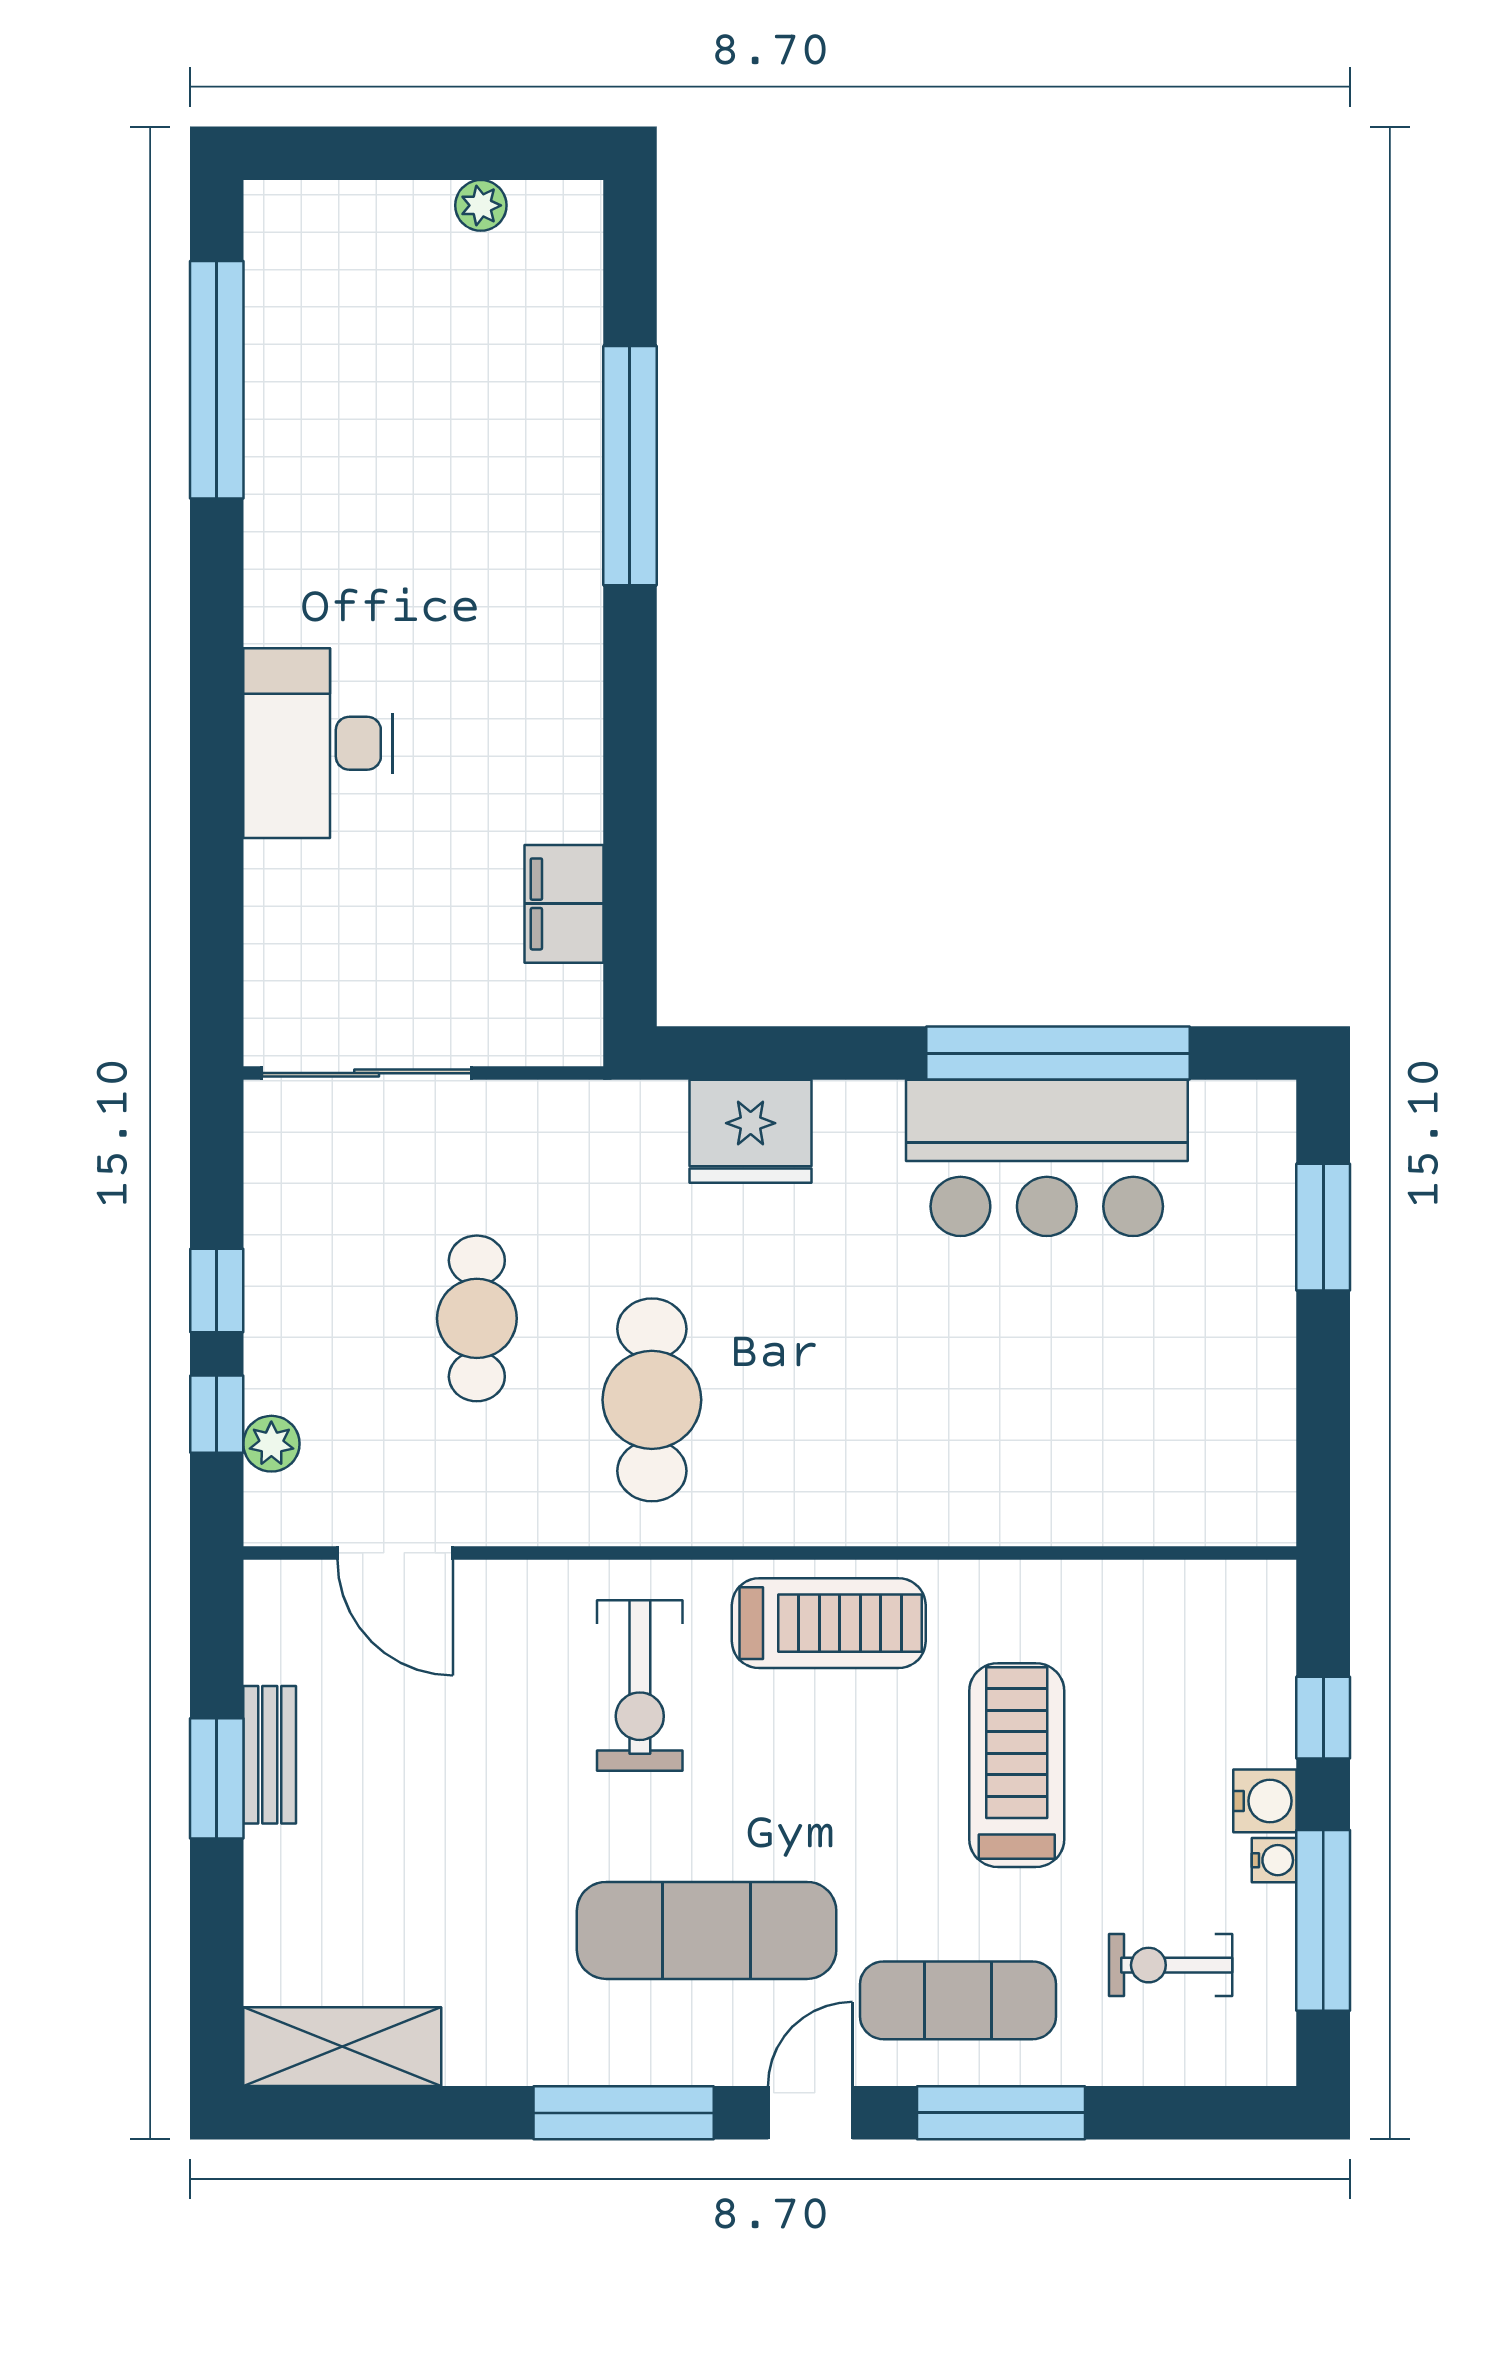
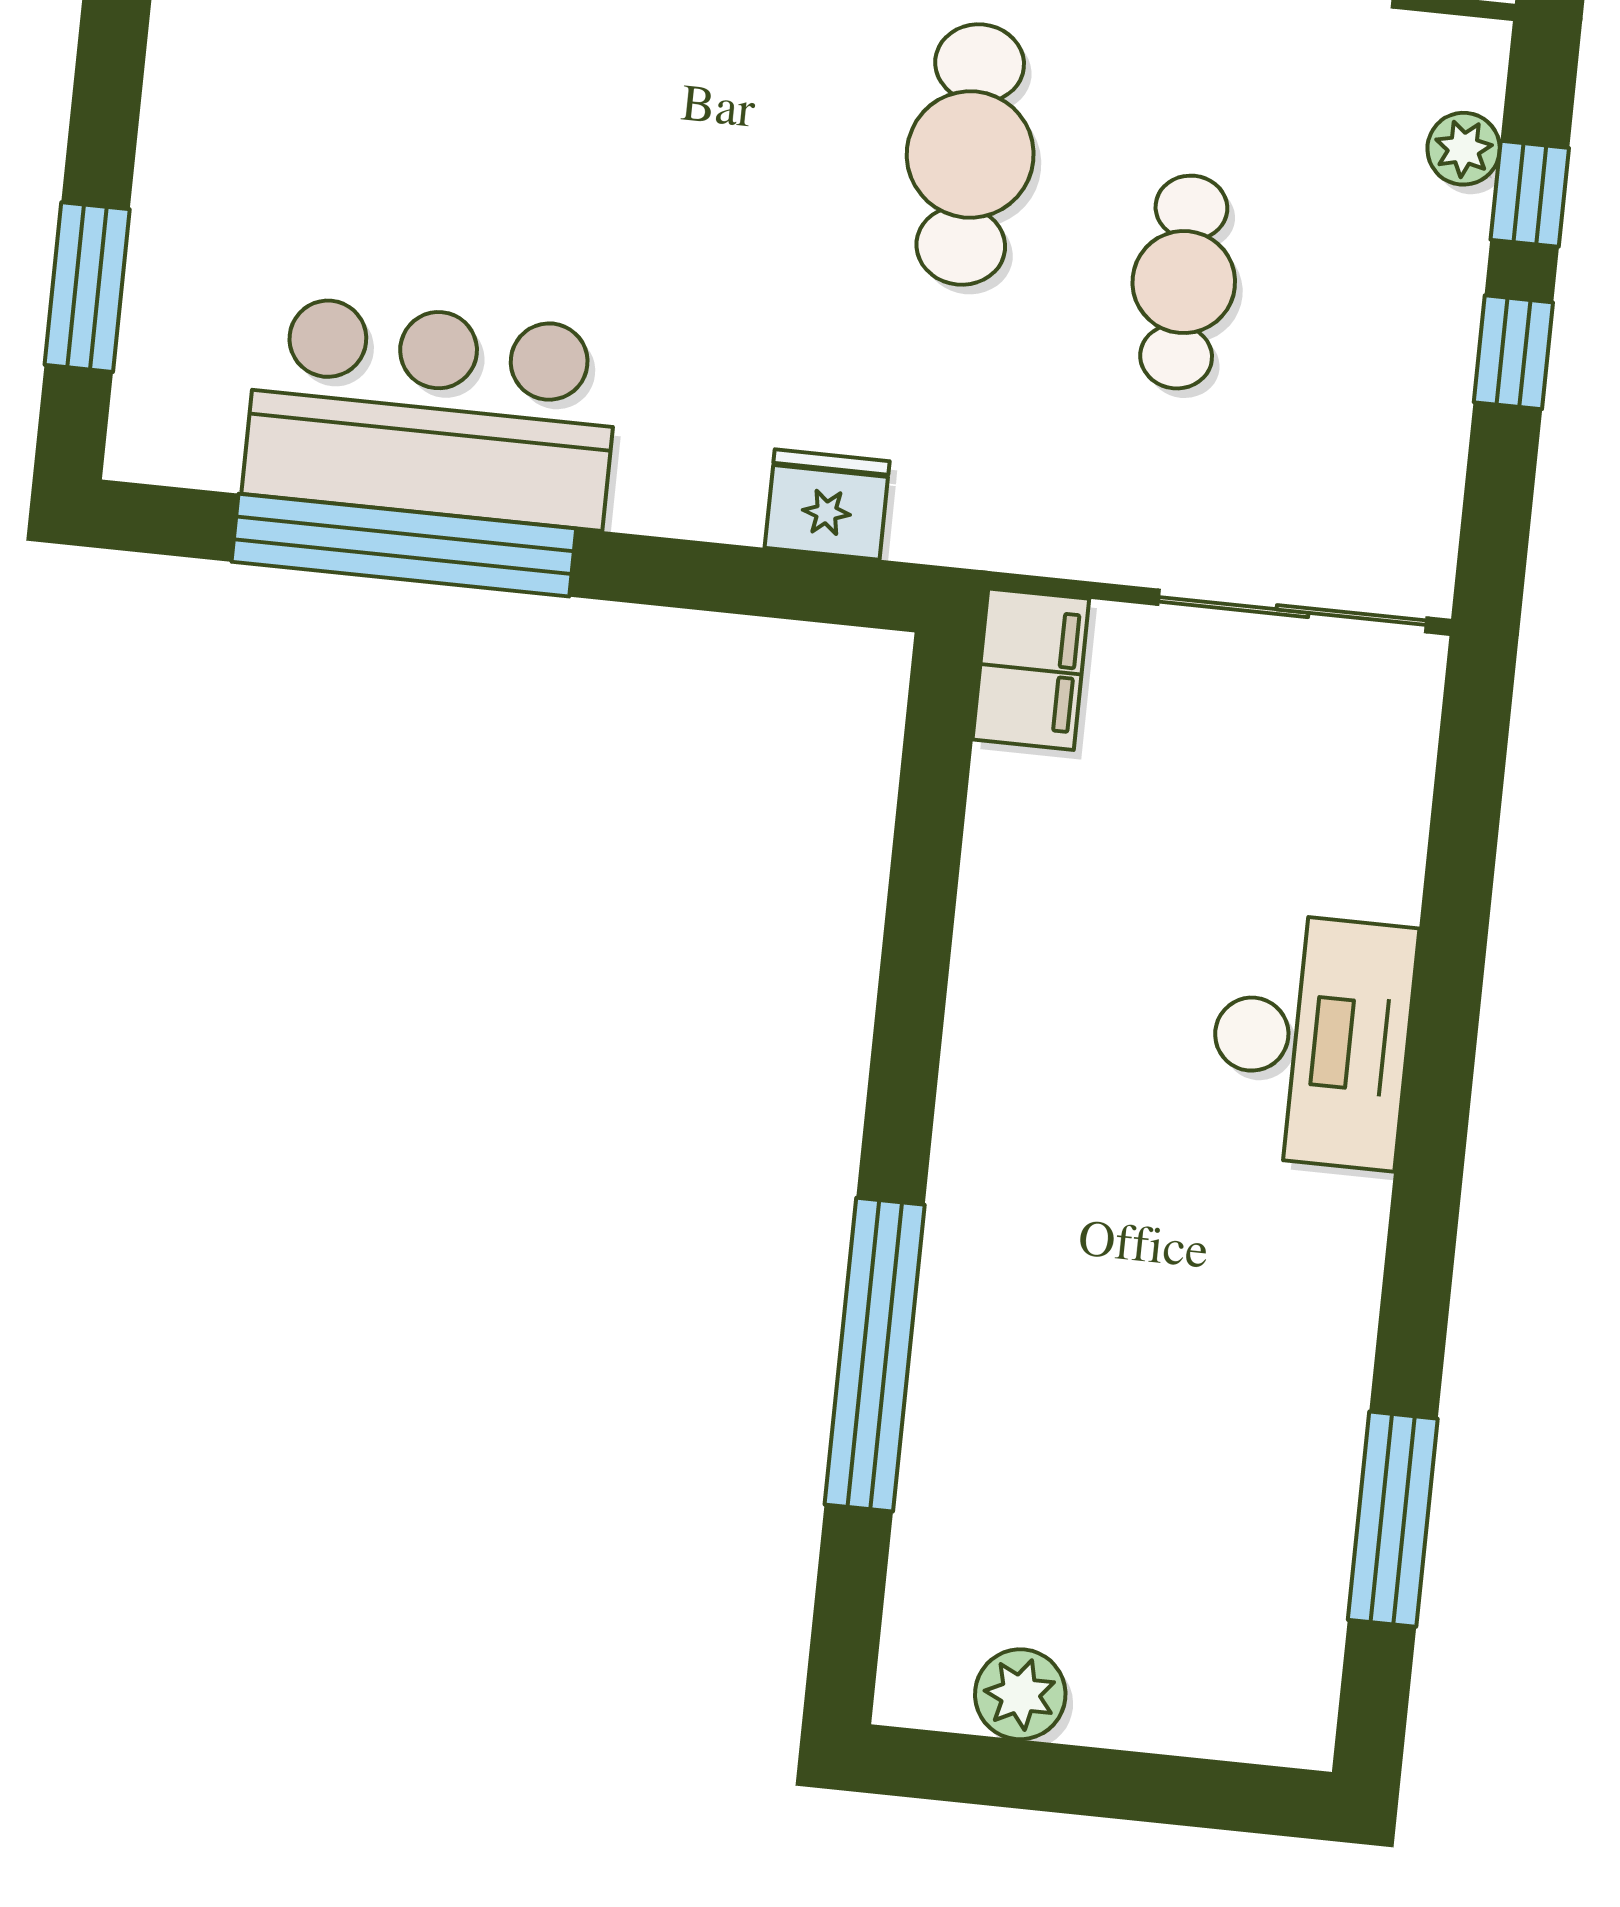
plant: (481, 205) -> (1020, 1694), width x1.38, depth x1.38
window: (217, 380) -> (1393, 1519), width x0.68
filing cabinet: (564, 904) -> (1031, 669), moved
fridge: (751, 1131) -> (827, 504), width x0.73, depth x0.75

